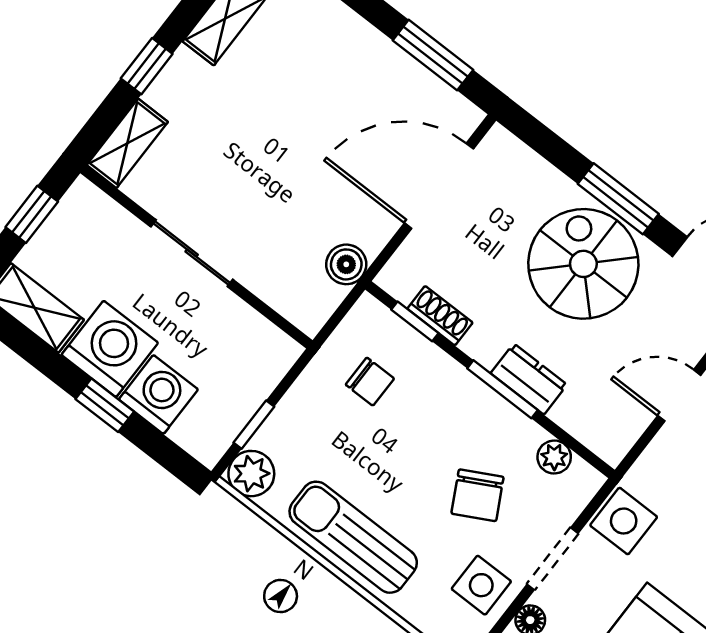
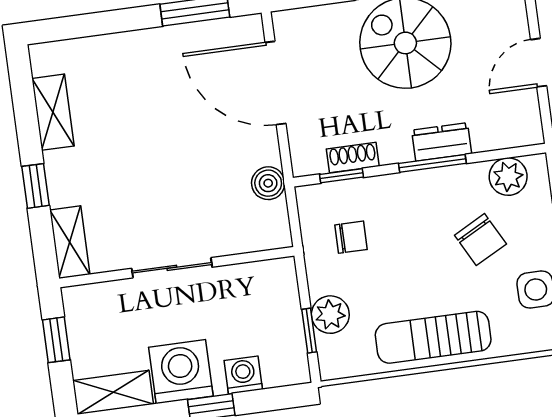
door: (439, 186) -> (276, 83), hinge flipped
washing machine: (158, 394) -> (243, 375), width x0.73, depth x0.73
plant: (554, 457) -> (508, 177), width x1.38, depth x1.38
plant: (251, 474) -> (330, 315), moved

